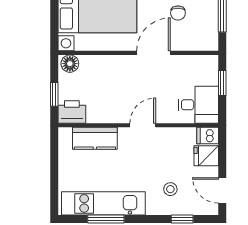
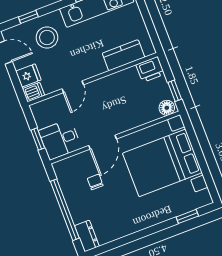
window: (54, 94) -> (175, 91), moved
desk: (198, 105) -> (60, 139), moved
door: (143, 125) -> (73, 87), moved
stool: (170, 189) -> (47, 38), width x1.89, depth x1.89

